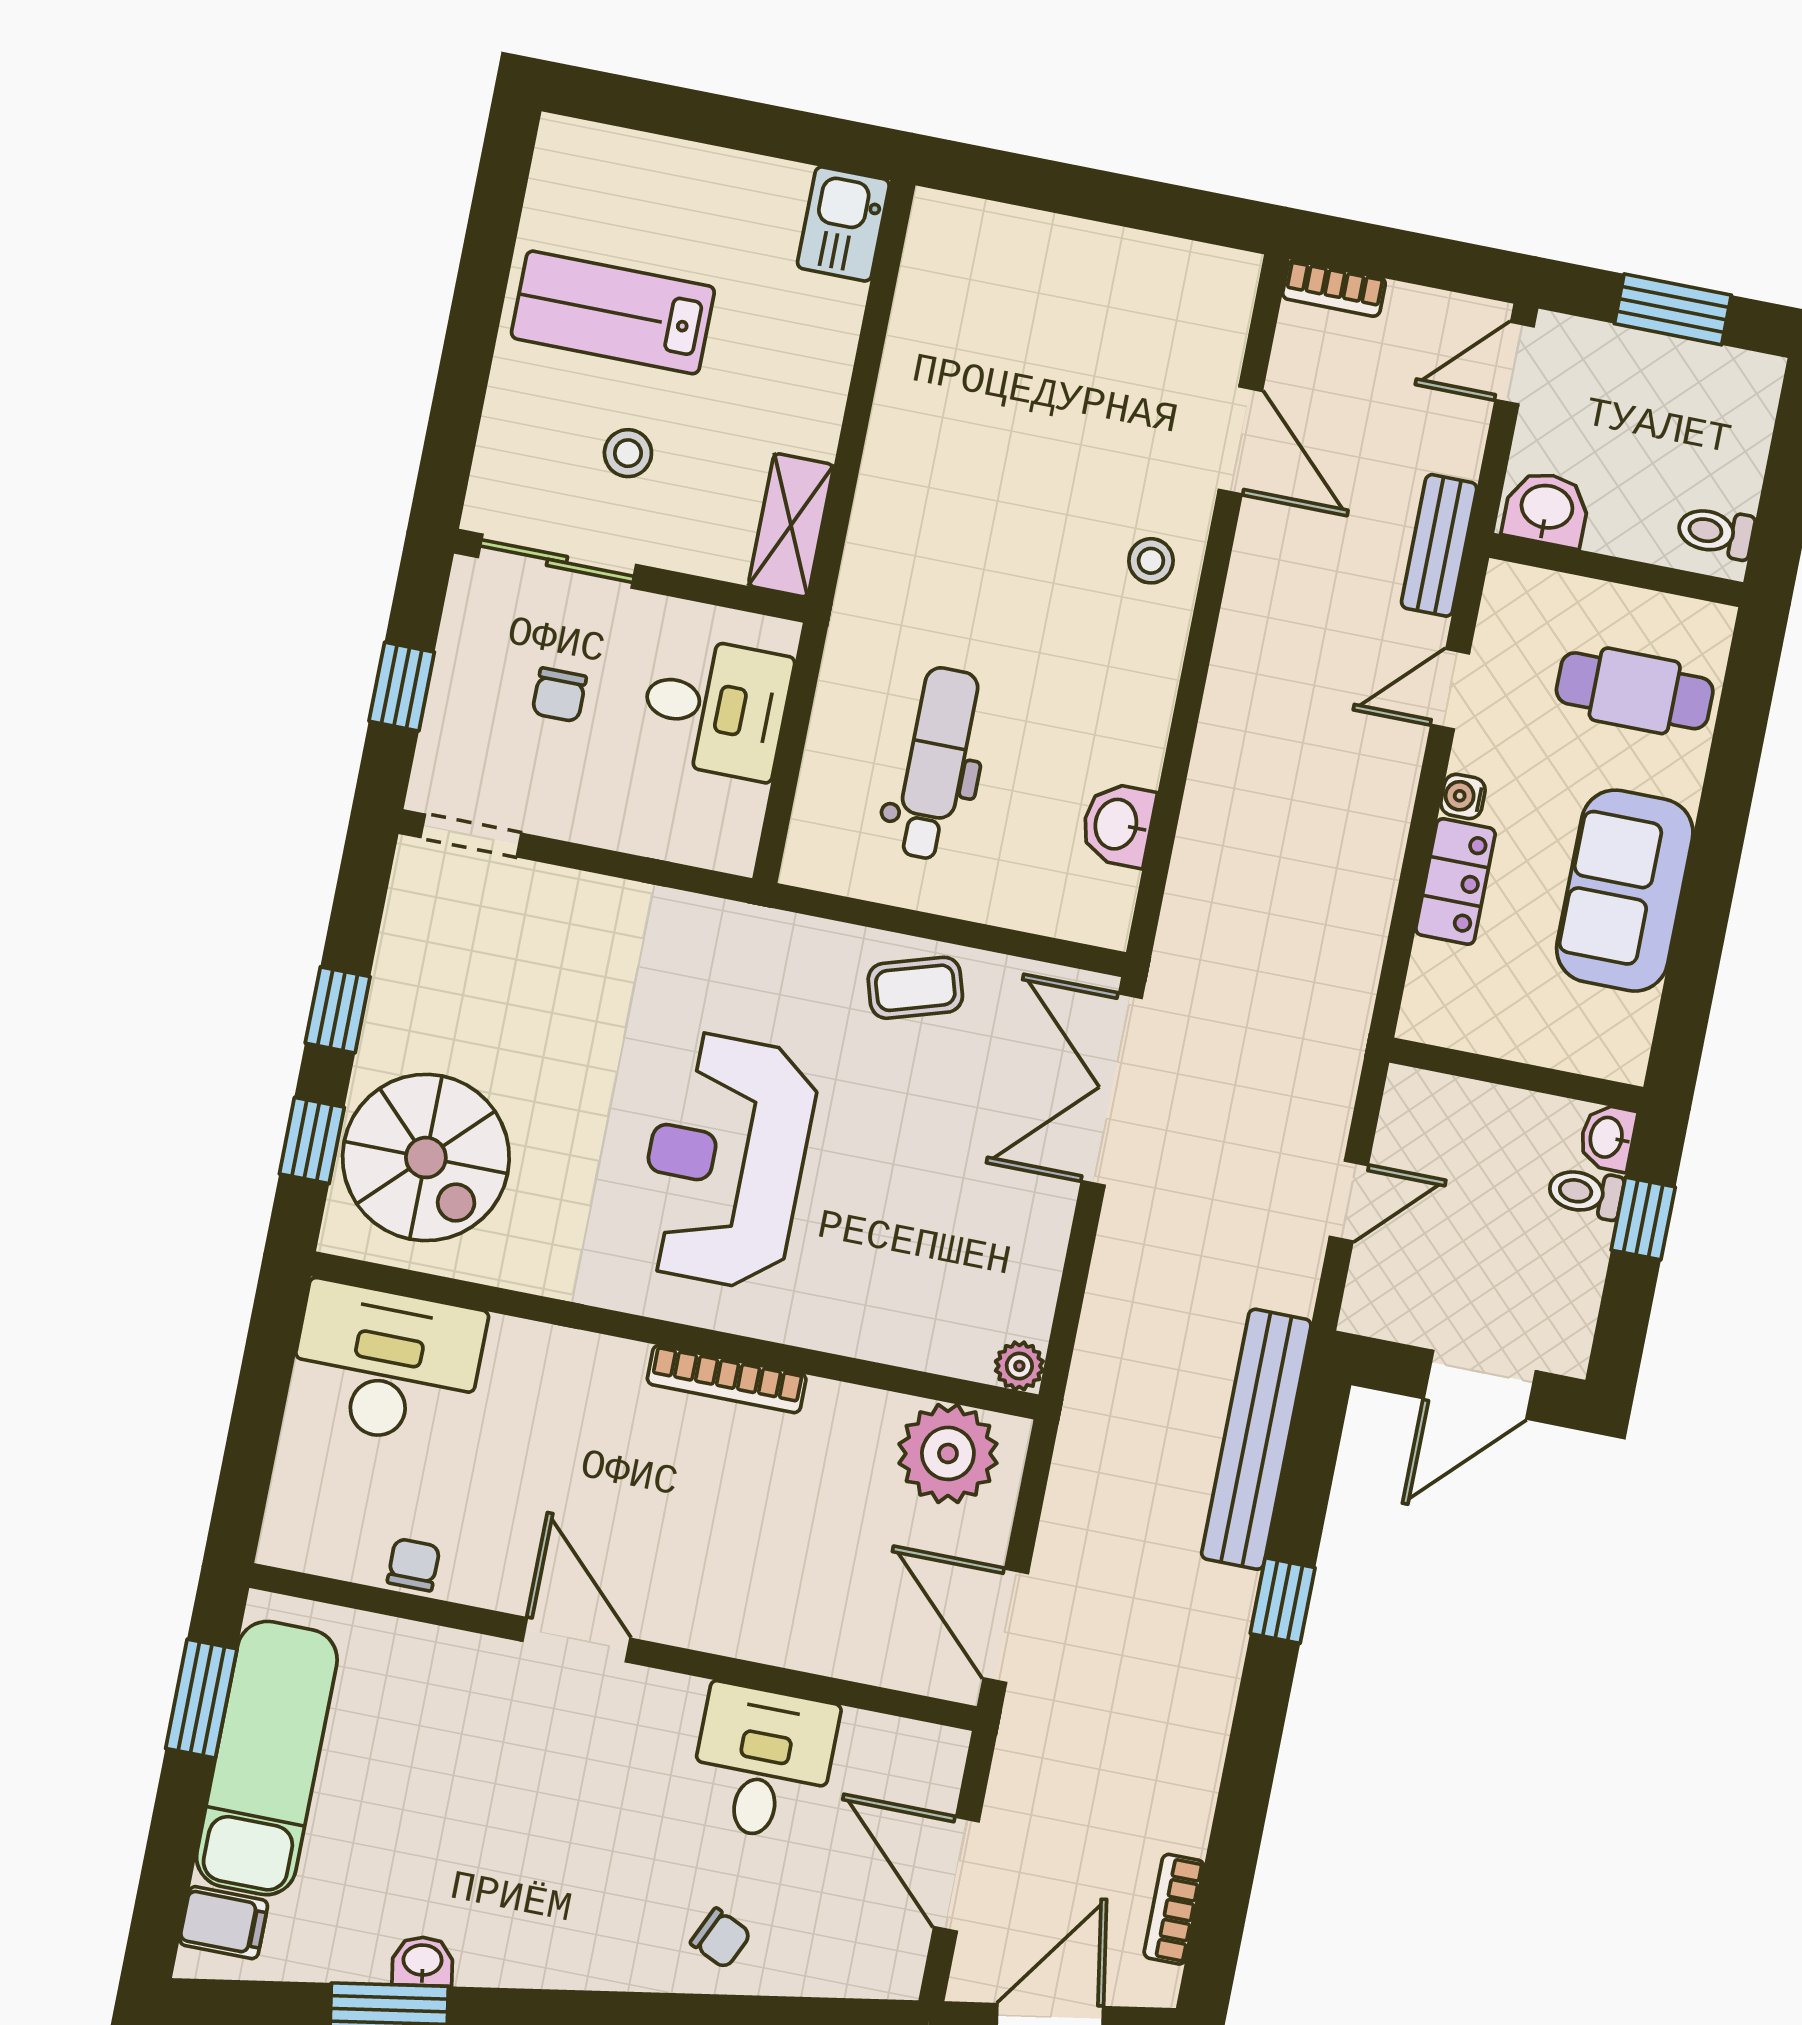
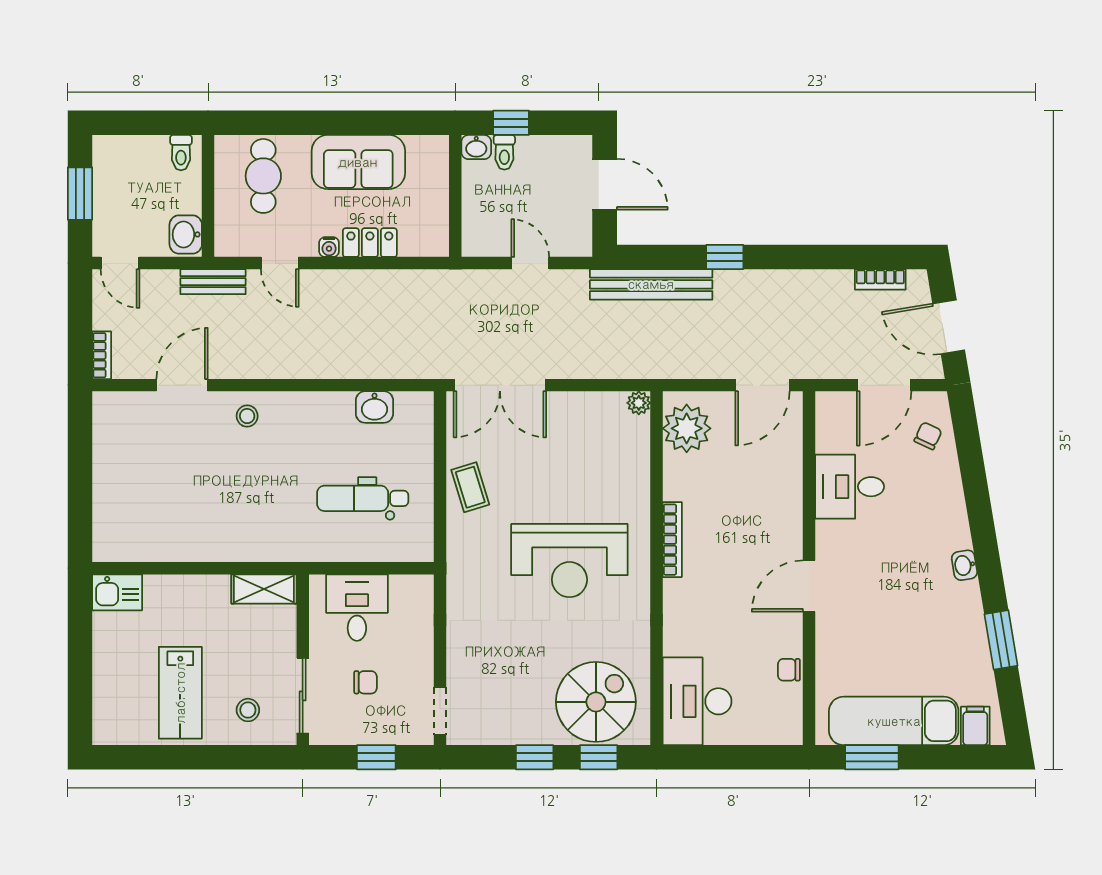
stool: (628, 453) -> (248, 710), moved
chair: (721, 1938) -> (928, 436), moved
washbasin: (422, 1961) -> (964, 565), moved

